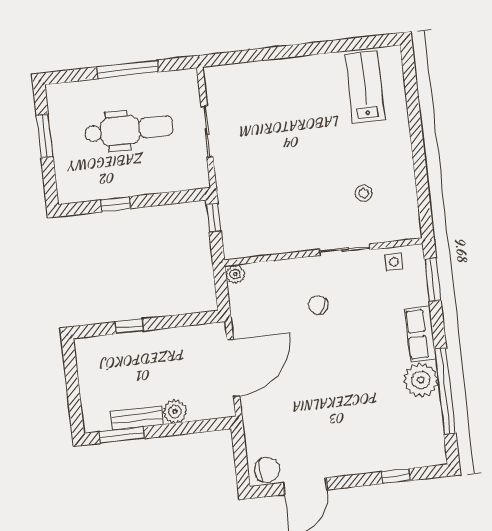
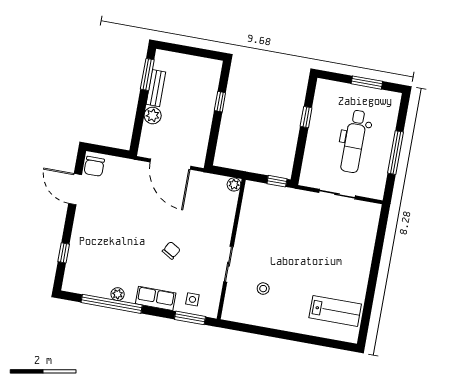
side table: (394, 262) -> (192, 299), moved
chair: (318, 305) -> (171, 250), moved
plant: (421, 380) -> (118, 294), width x0.53, depth x0.53

